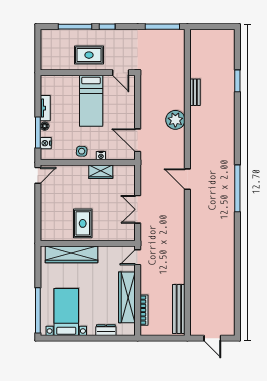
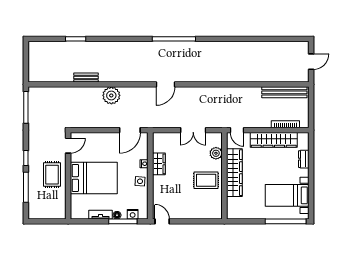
bed: (91, 101) -> (94, 178), width x1.50
plant: (112, 234) -> (216, 153), added
wardrobe: (72, 254) -> (234, 173), moved

